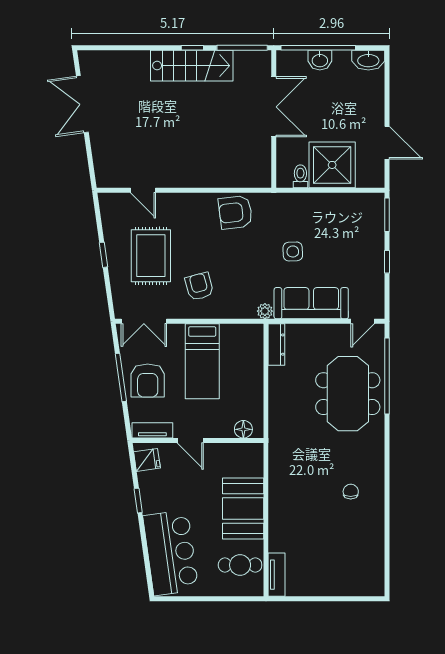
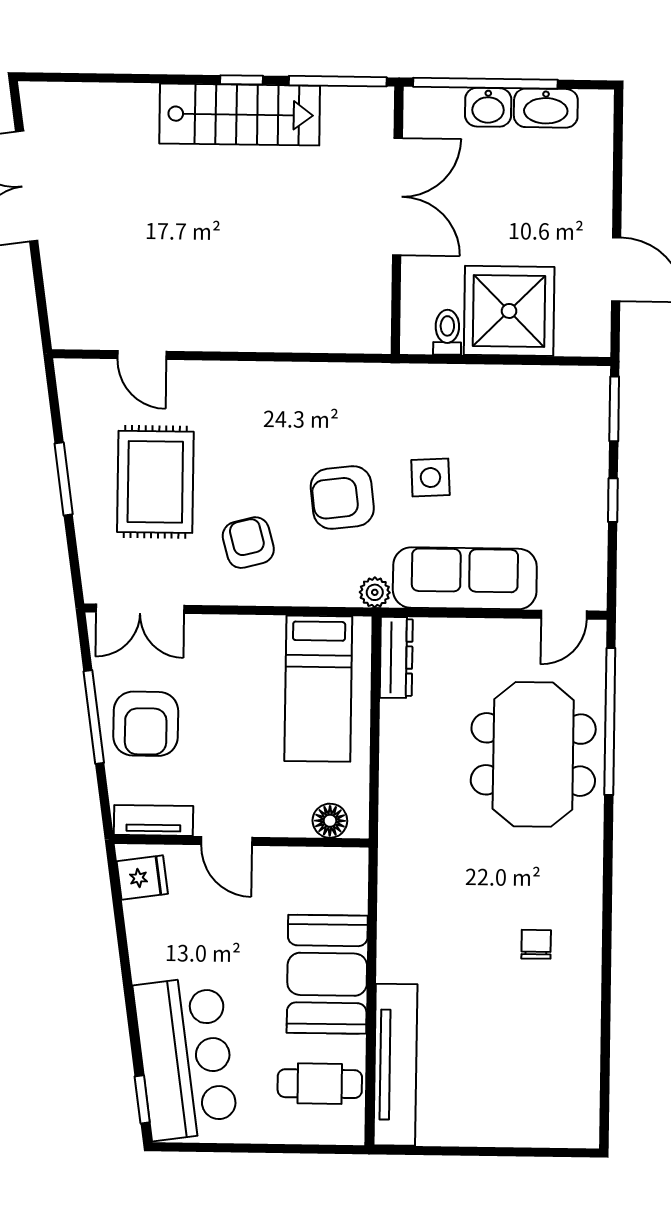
washbasin: (368, 60) -> (546, 108), moved
armchair: (235, 212) -> (342, 498), moved
window: (104, 255) -> (64, 479), width x1.50
bed: (202, 361) -> (318, 689), moved
window: (138, 501) -> (142, 1099), moved
tv unit: (277, 575) -> (395, 1065), width x1.92, depth x1.29

